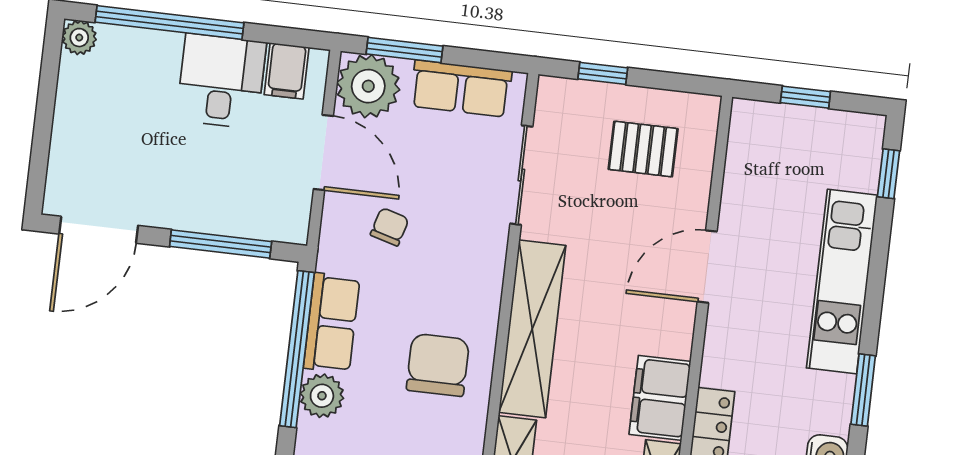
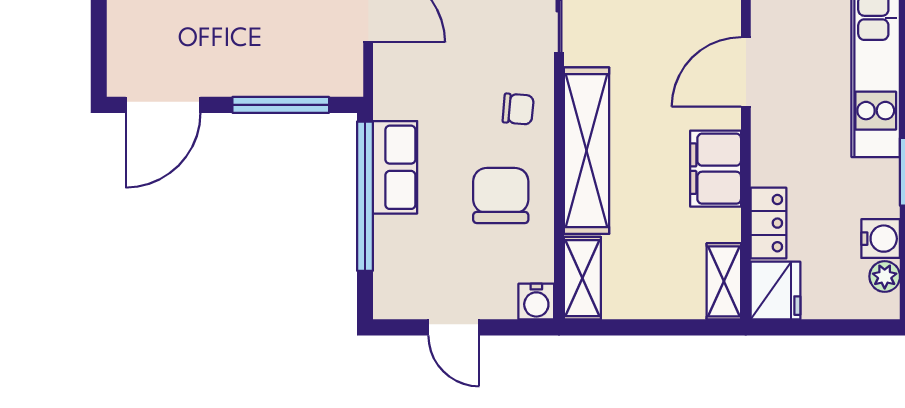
chair: (390, 227) -> (518, 109), moved, turned 79
plant: (322, 396) -> (394, 238), removed
filing cabinet: (660, 398) -> (716, 169), moved

